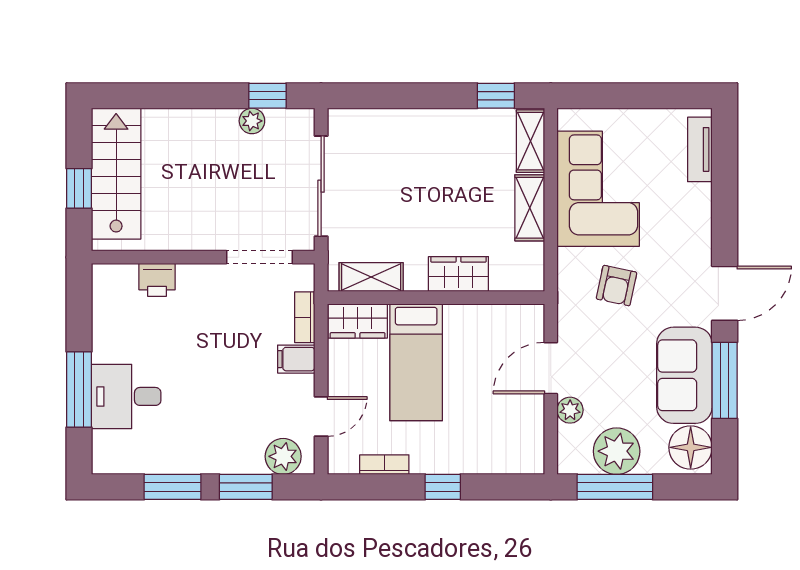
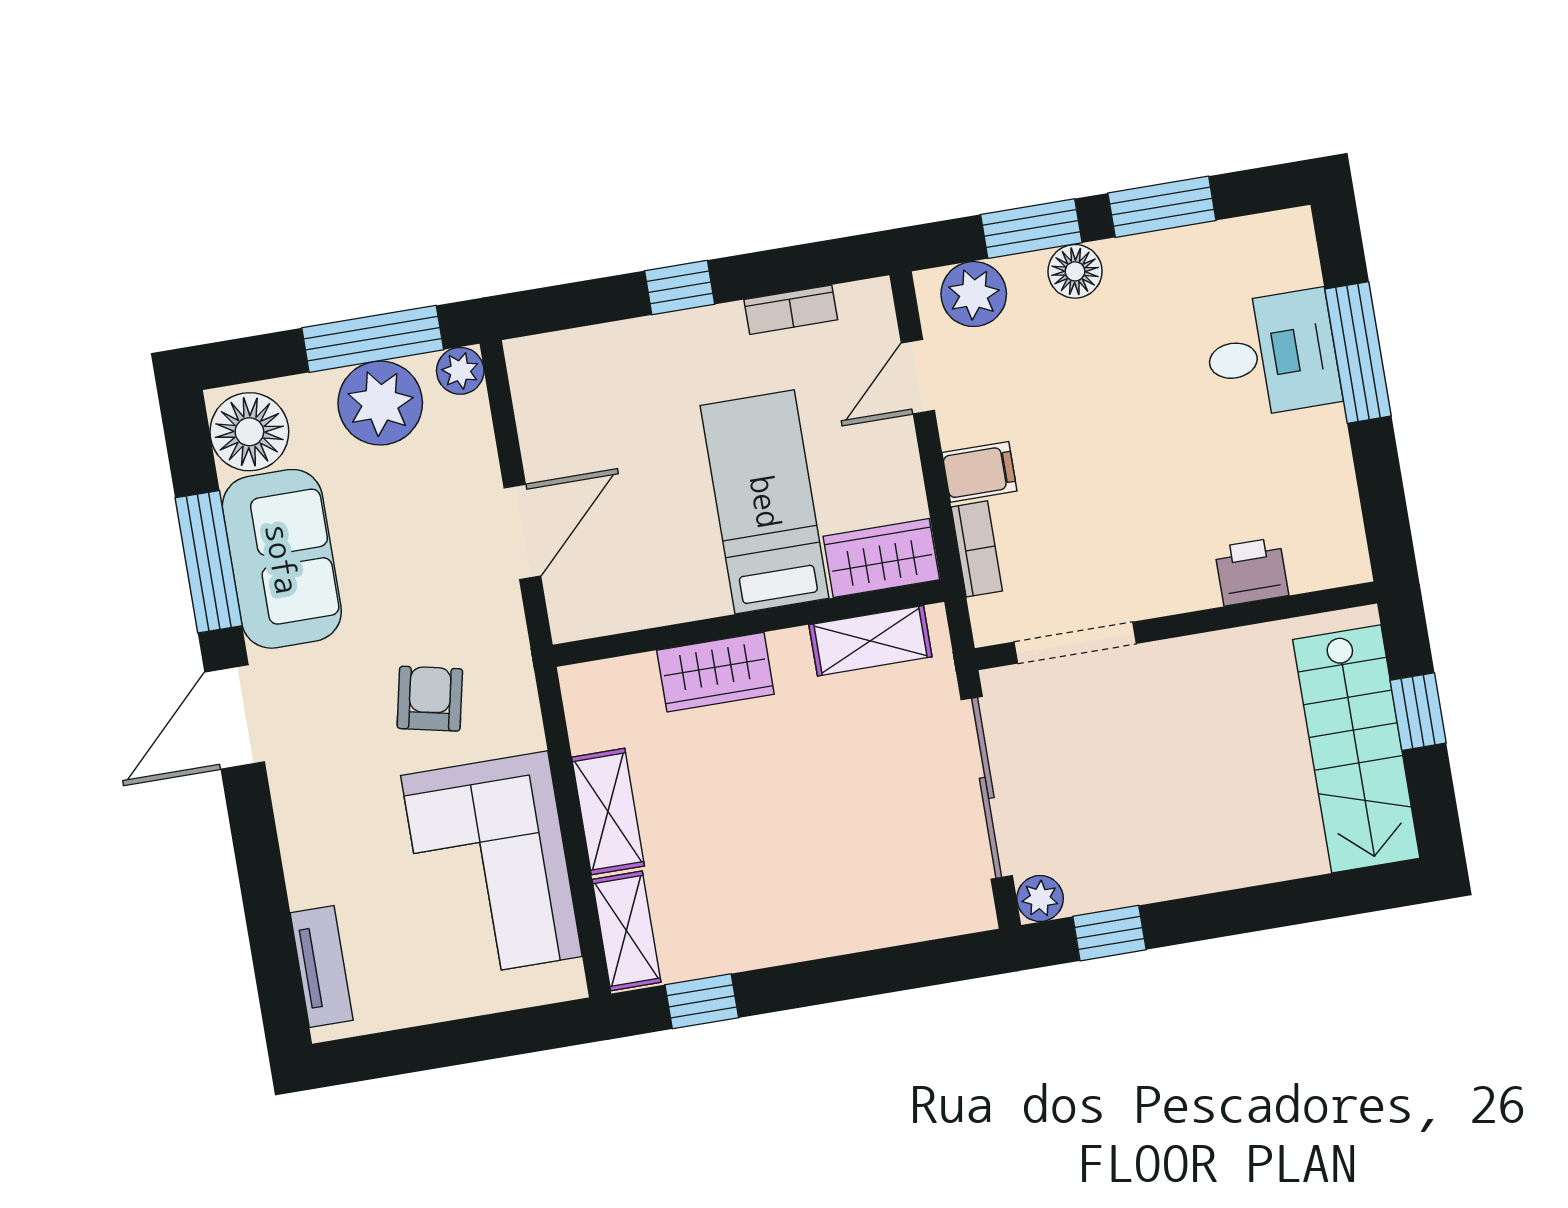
plant: (252, 121) -> (1040, 898), moved
plant: (570, 410) -> (460, 371), moved
floor lamp: (226, 460) -> (1075, 271), added

